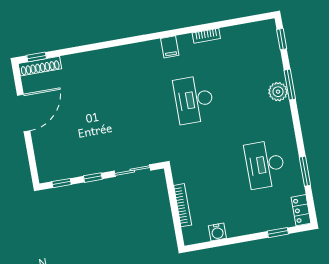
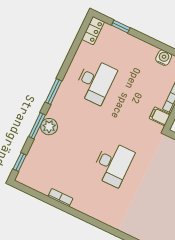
bookcase: (206, 36) -> (60, 197), moved
filing cabinet: (170, 47) -> (160, 116), moved, turned -90
window: (305, 171) -> (53, 92), moved

